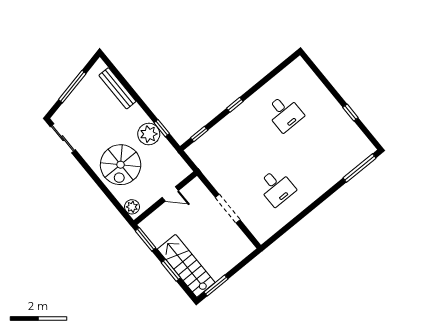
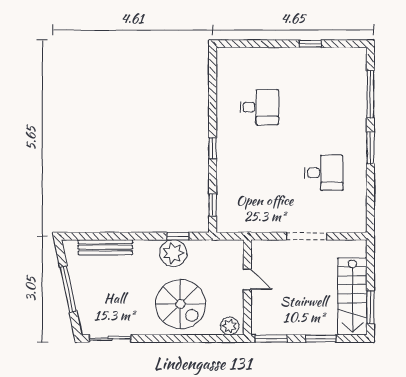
window: (359, 168) -> (370, 94), moved
door: (170, 194) -> (247, 279), hinge flipped
window: (316, 204) -> (370, 148), added
stairs: (186, 266) -> (352, 296), moved, turned -90

